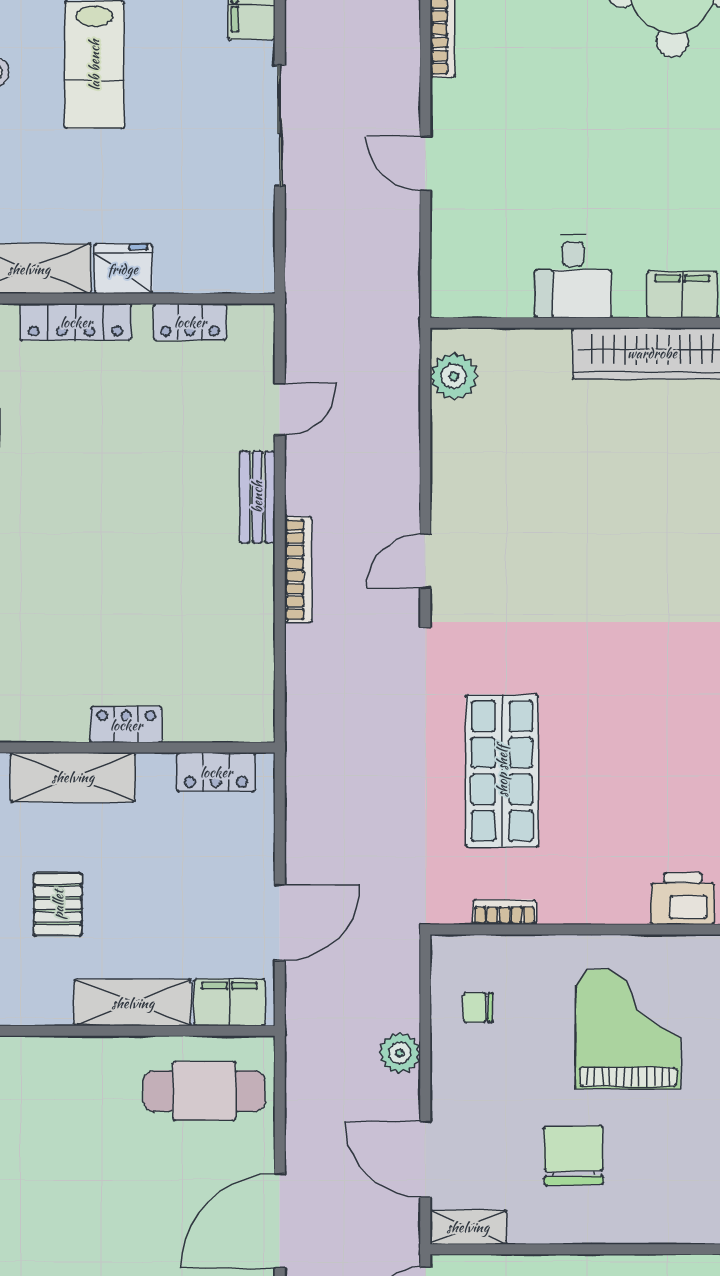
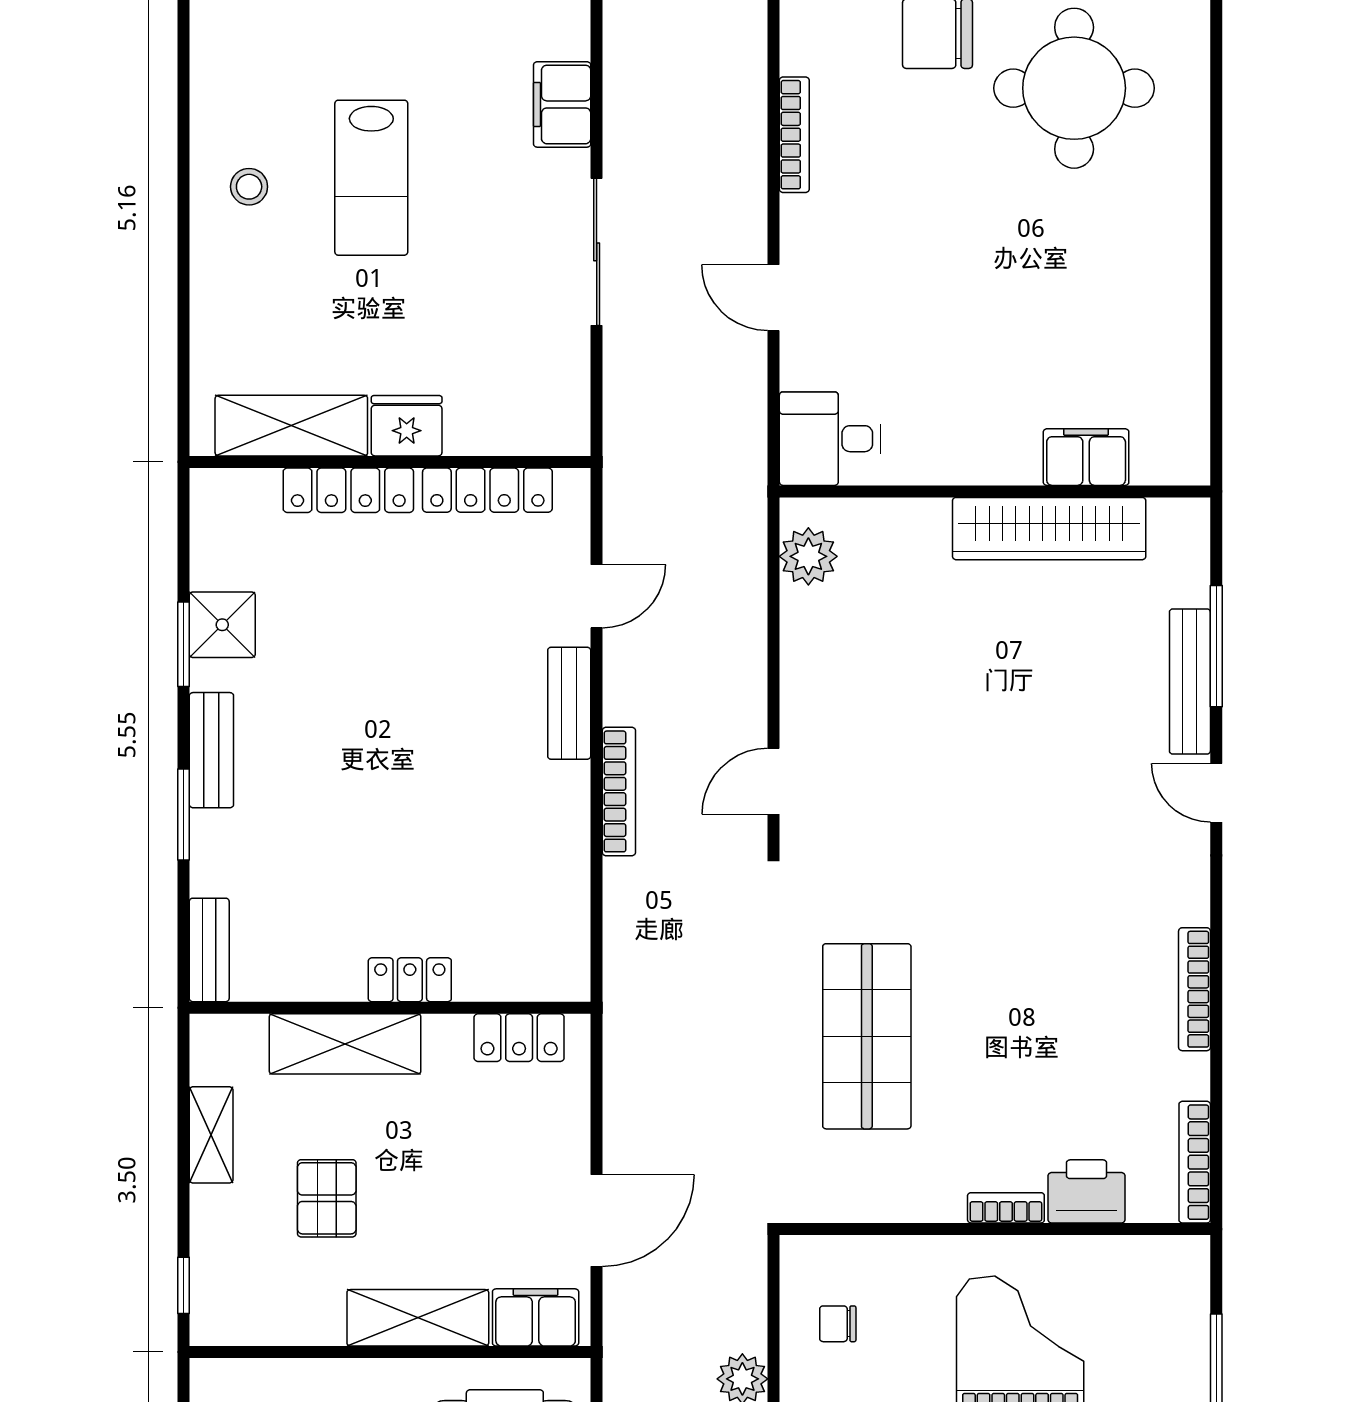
desk: (573, 276) -> (830, 439), moved, turned 90
locker: (190, 322) -> (487, 490), width x1.53
bookcase: (504, 912) -> (1006, 1208), moved

